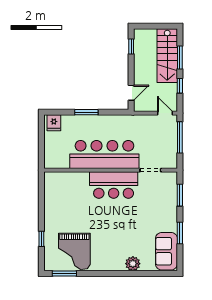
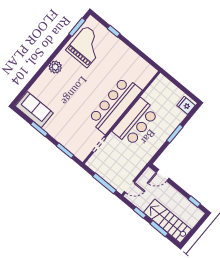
door: (131, 93) -> (163, 175), hinge flipped
bar counter: (104, 154) -> (136, 122), width x0.73
bar counter: (114, 185) -> (115, 105), width x1.36
grand piano: (74, 251) -> (87, 47), turned 90
plant: (133, 264) -> (55, 67), moved

